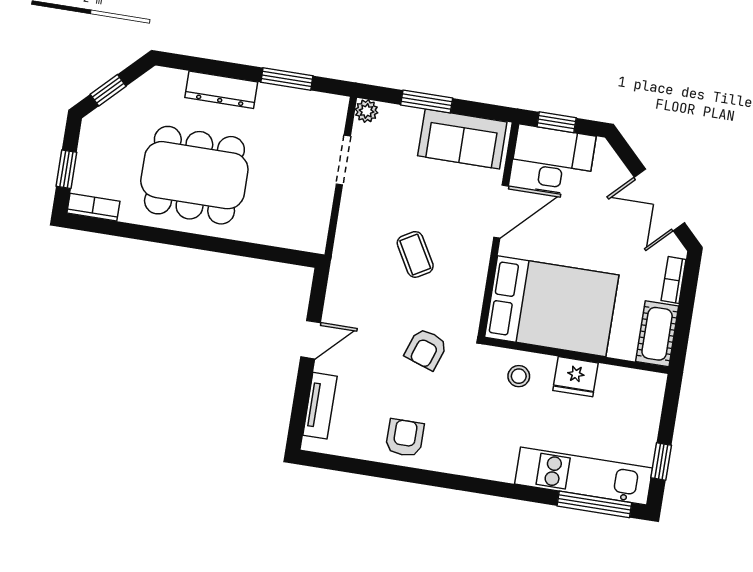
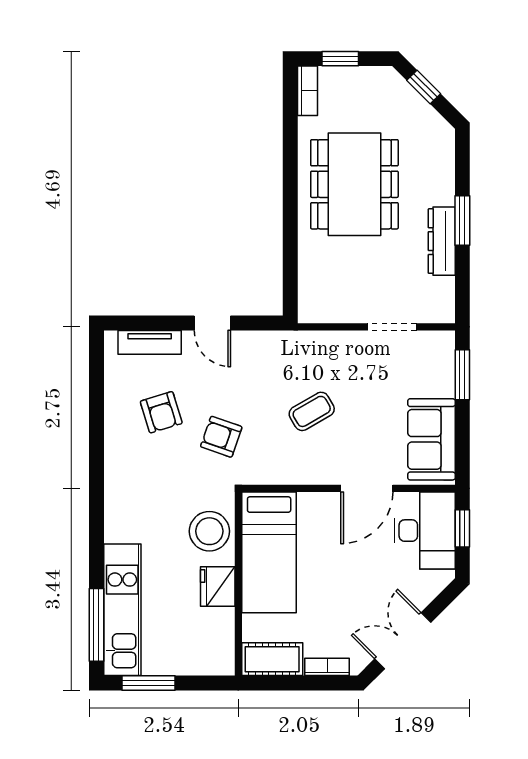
window: (287, 79) -> (462, 220), moved
dresser: (221, 90) -> (442, 241), moved
window: (427, 101) -> (462, 375), moved
plant: (366, 111) -> (444, 342), removed
door: (501, 212) -> (367, 488), hinge flipped
bed: (552, 306) -> (269, 552), width x0.67
stool: (519, 376) -> (209, 531), width x1.89, depth x1.89
armchair: (405, 438) -> (161, 412), moved, turned 73
window: (661, 462) -> (148, 683), width x1.50

